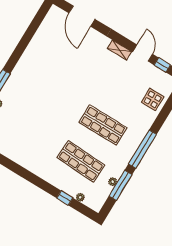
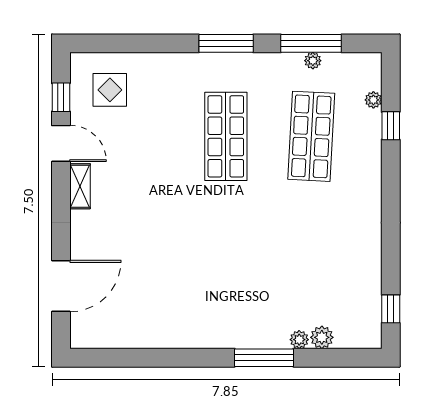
door: (143, 53) -> (61, 143), swing flipped
display table: (153, 99) -> (110, 90), moved
window: (142, 149) -> (226, 43), width x0.68

